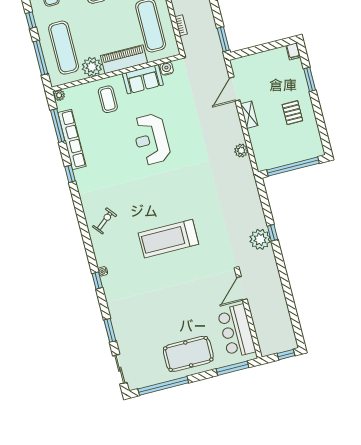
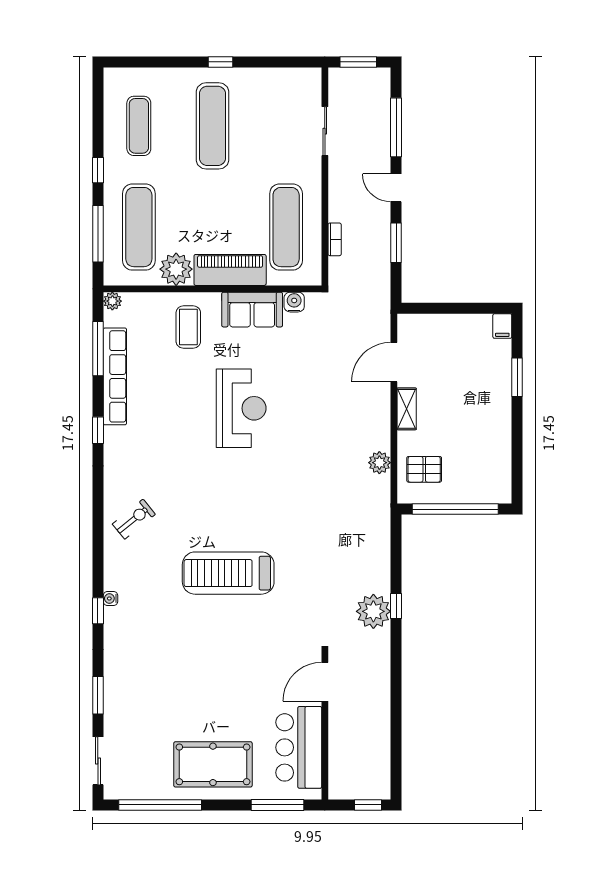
window: (223, 39) -> (396, 243), moved
pallet: (292, 113) -> (424, 469), moved, turned 90
reception desk: (151, 139) -> (241, 408), turned 180

